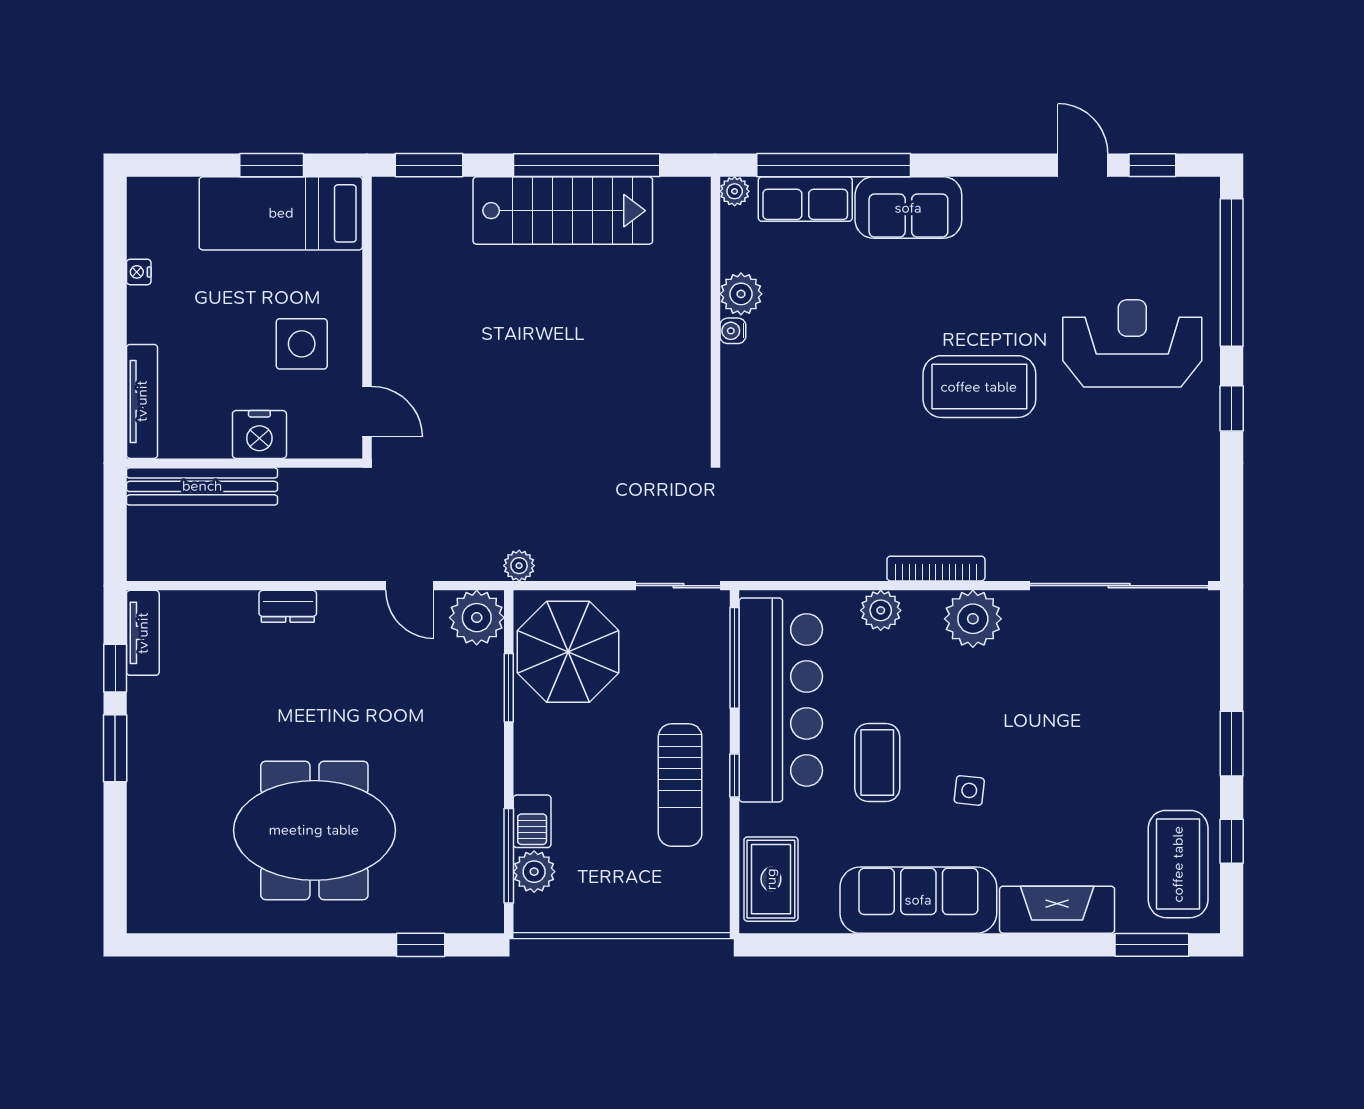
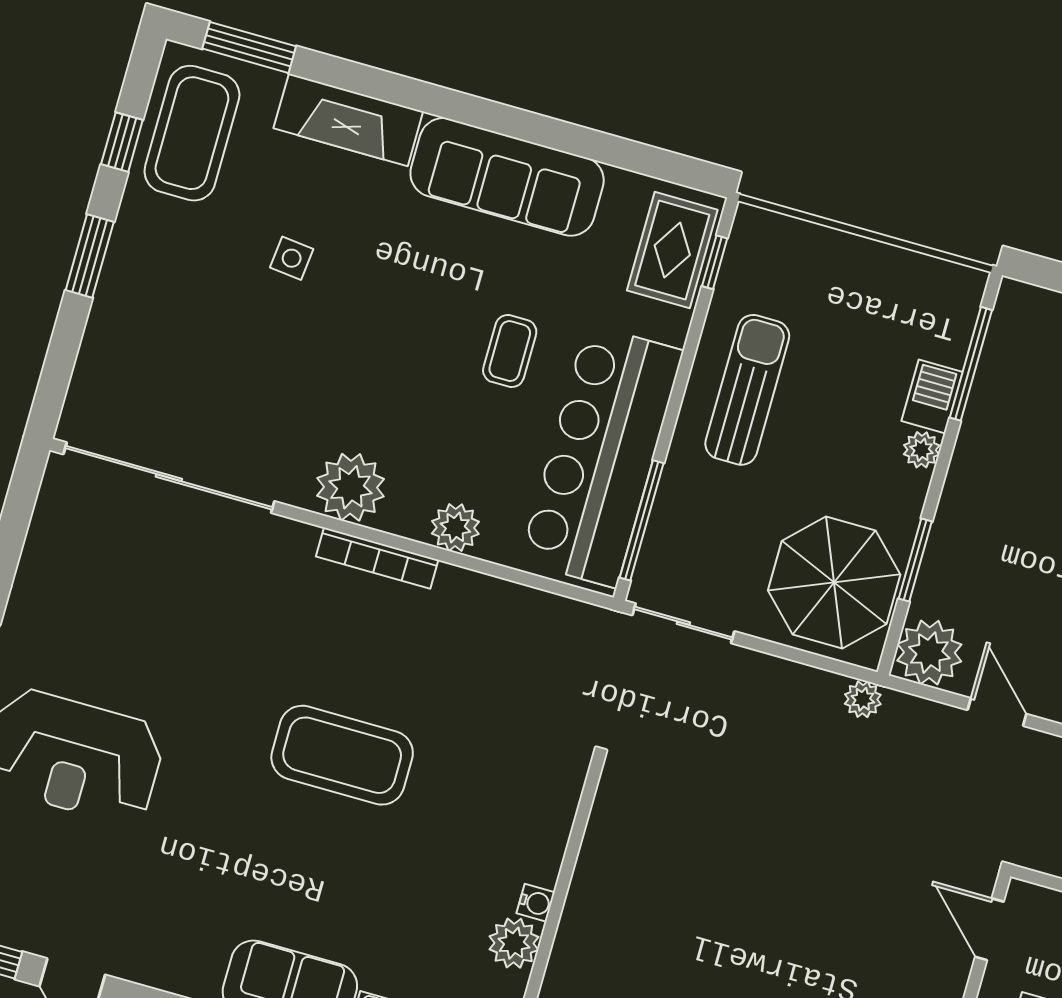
coffee table: (979, 387) -> (342, 755), moved
coffee table: (877, 763) -> (510, 351), width x0.73, depth x0.77
window: (735, 776) -> (715, 262), moved
side table: (969, 790) -> (292, 258), moved
plant: (534, 872) -> (922, 450), moved, width x0.73, depth x0.73

